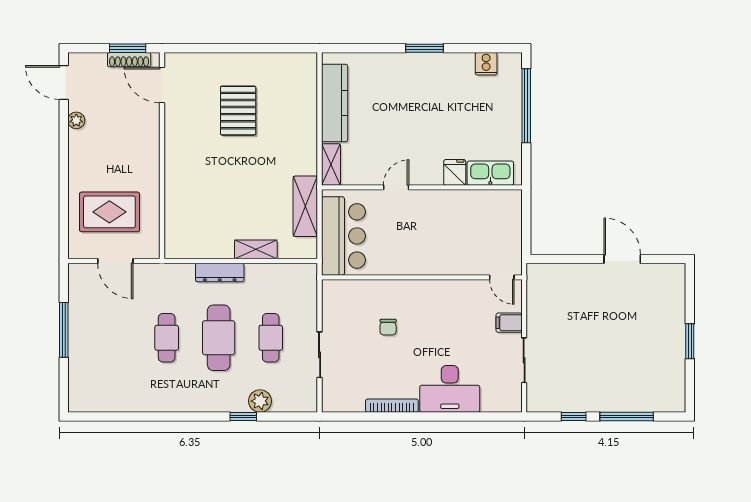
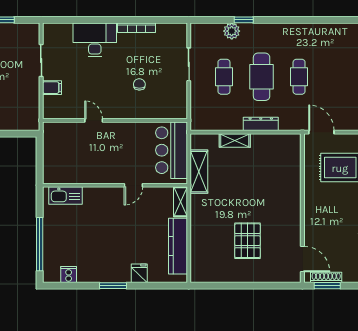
fridge: (455, 172) -> (139, 273), moved, turned 180
door: (115, 261) -> (321, 132), moved
door: (502, 277) -> (94, 120), moved

